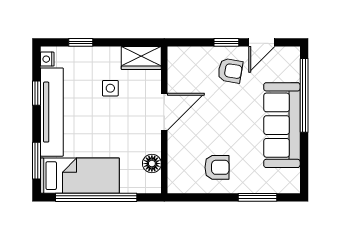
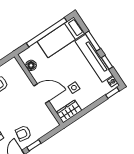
window: (81, 42) -> (112, 93), moved
door: (164, 112) -> (41, 93), swing flipped
window: (37, 161) -> (93, 41), moved

